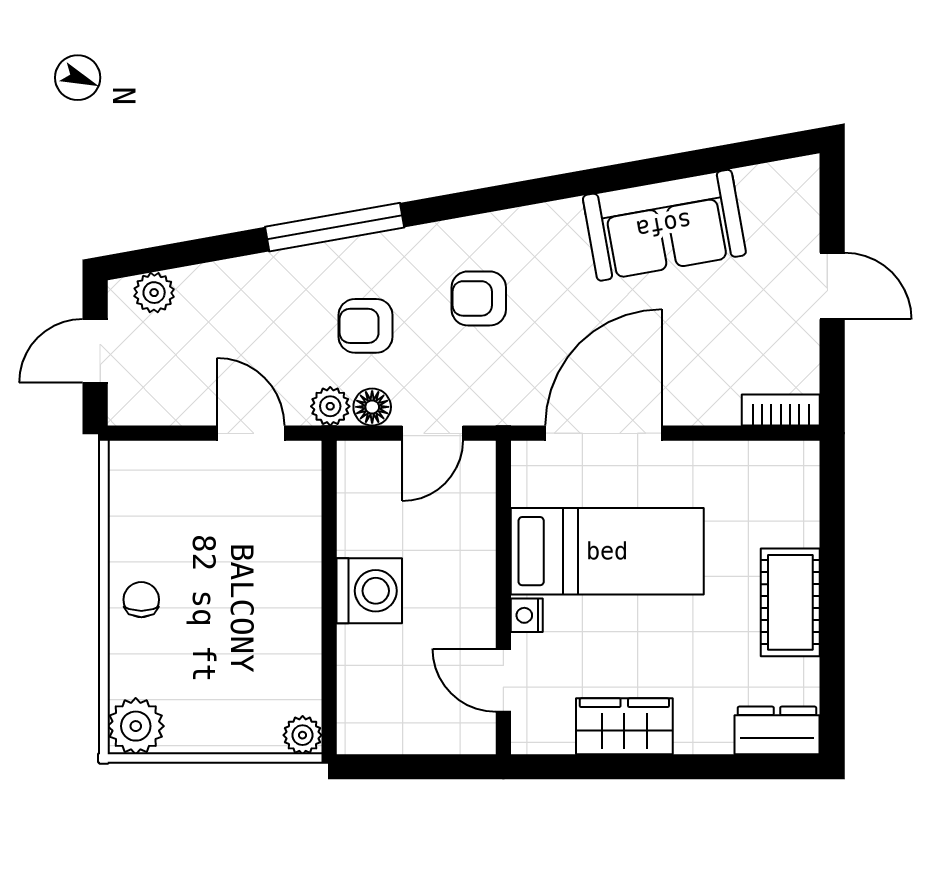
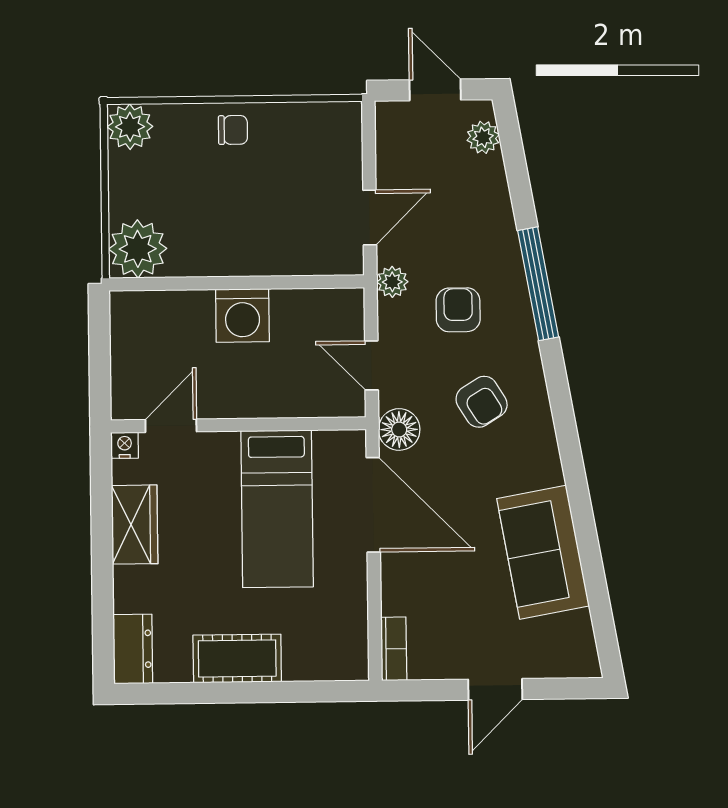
armchair: (479, 298) -> (482, 402), turned 148
floor lamp: (372, 407) -> (399, 429), moved, width x1.37, depth x1.37
nightstand: (527, 615) -> (125, 445), moved
plant: (303, 735) -> (138, 249), width x1.87, depth x1.87

